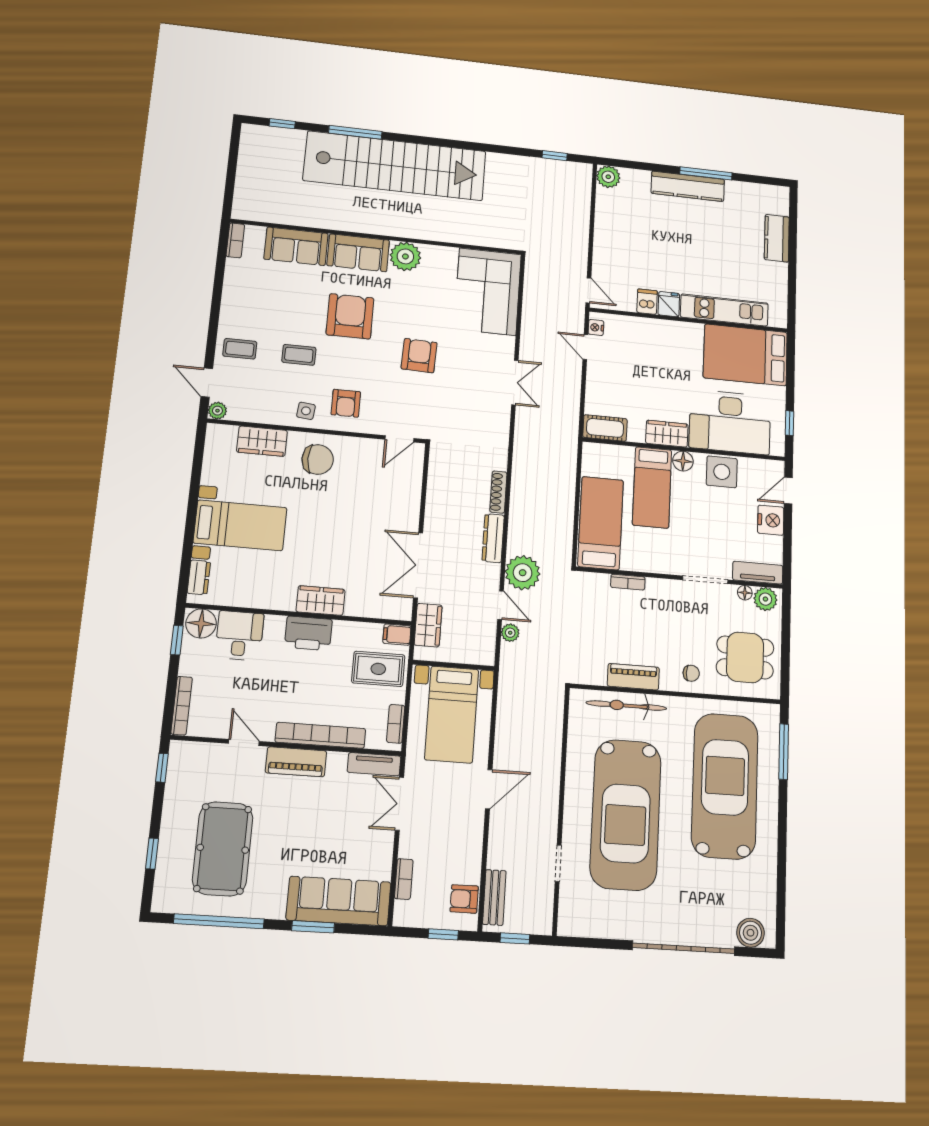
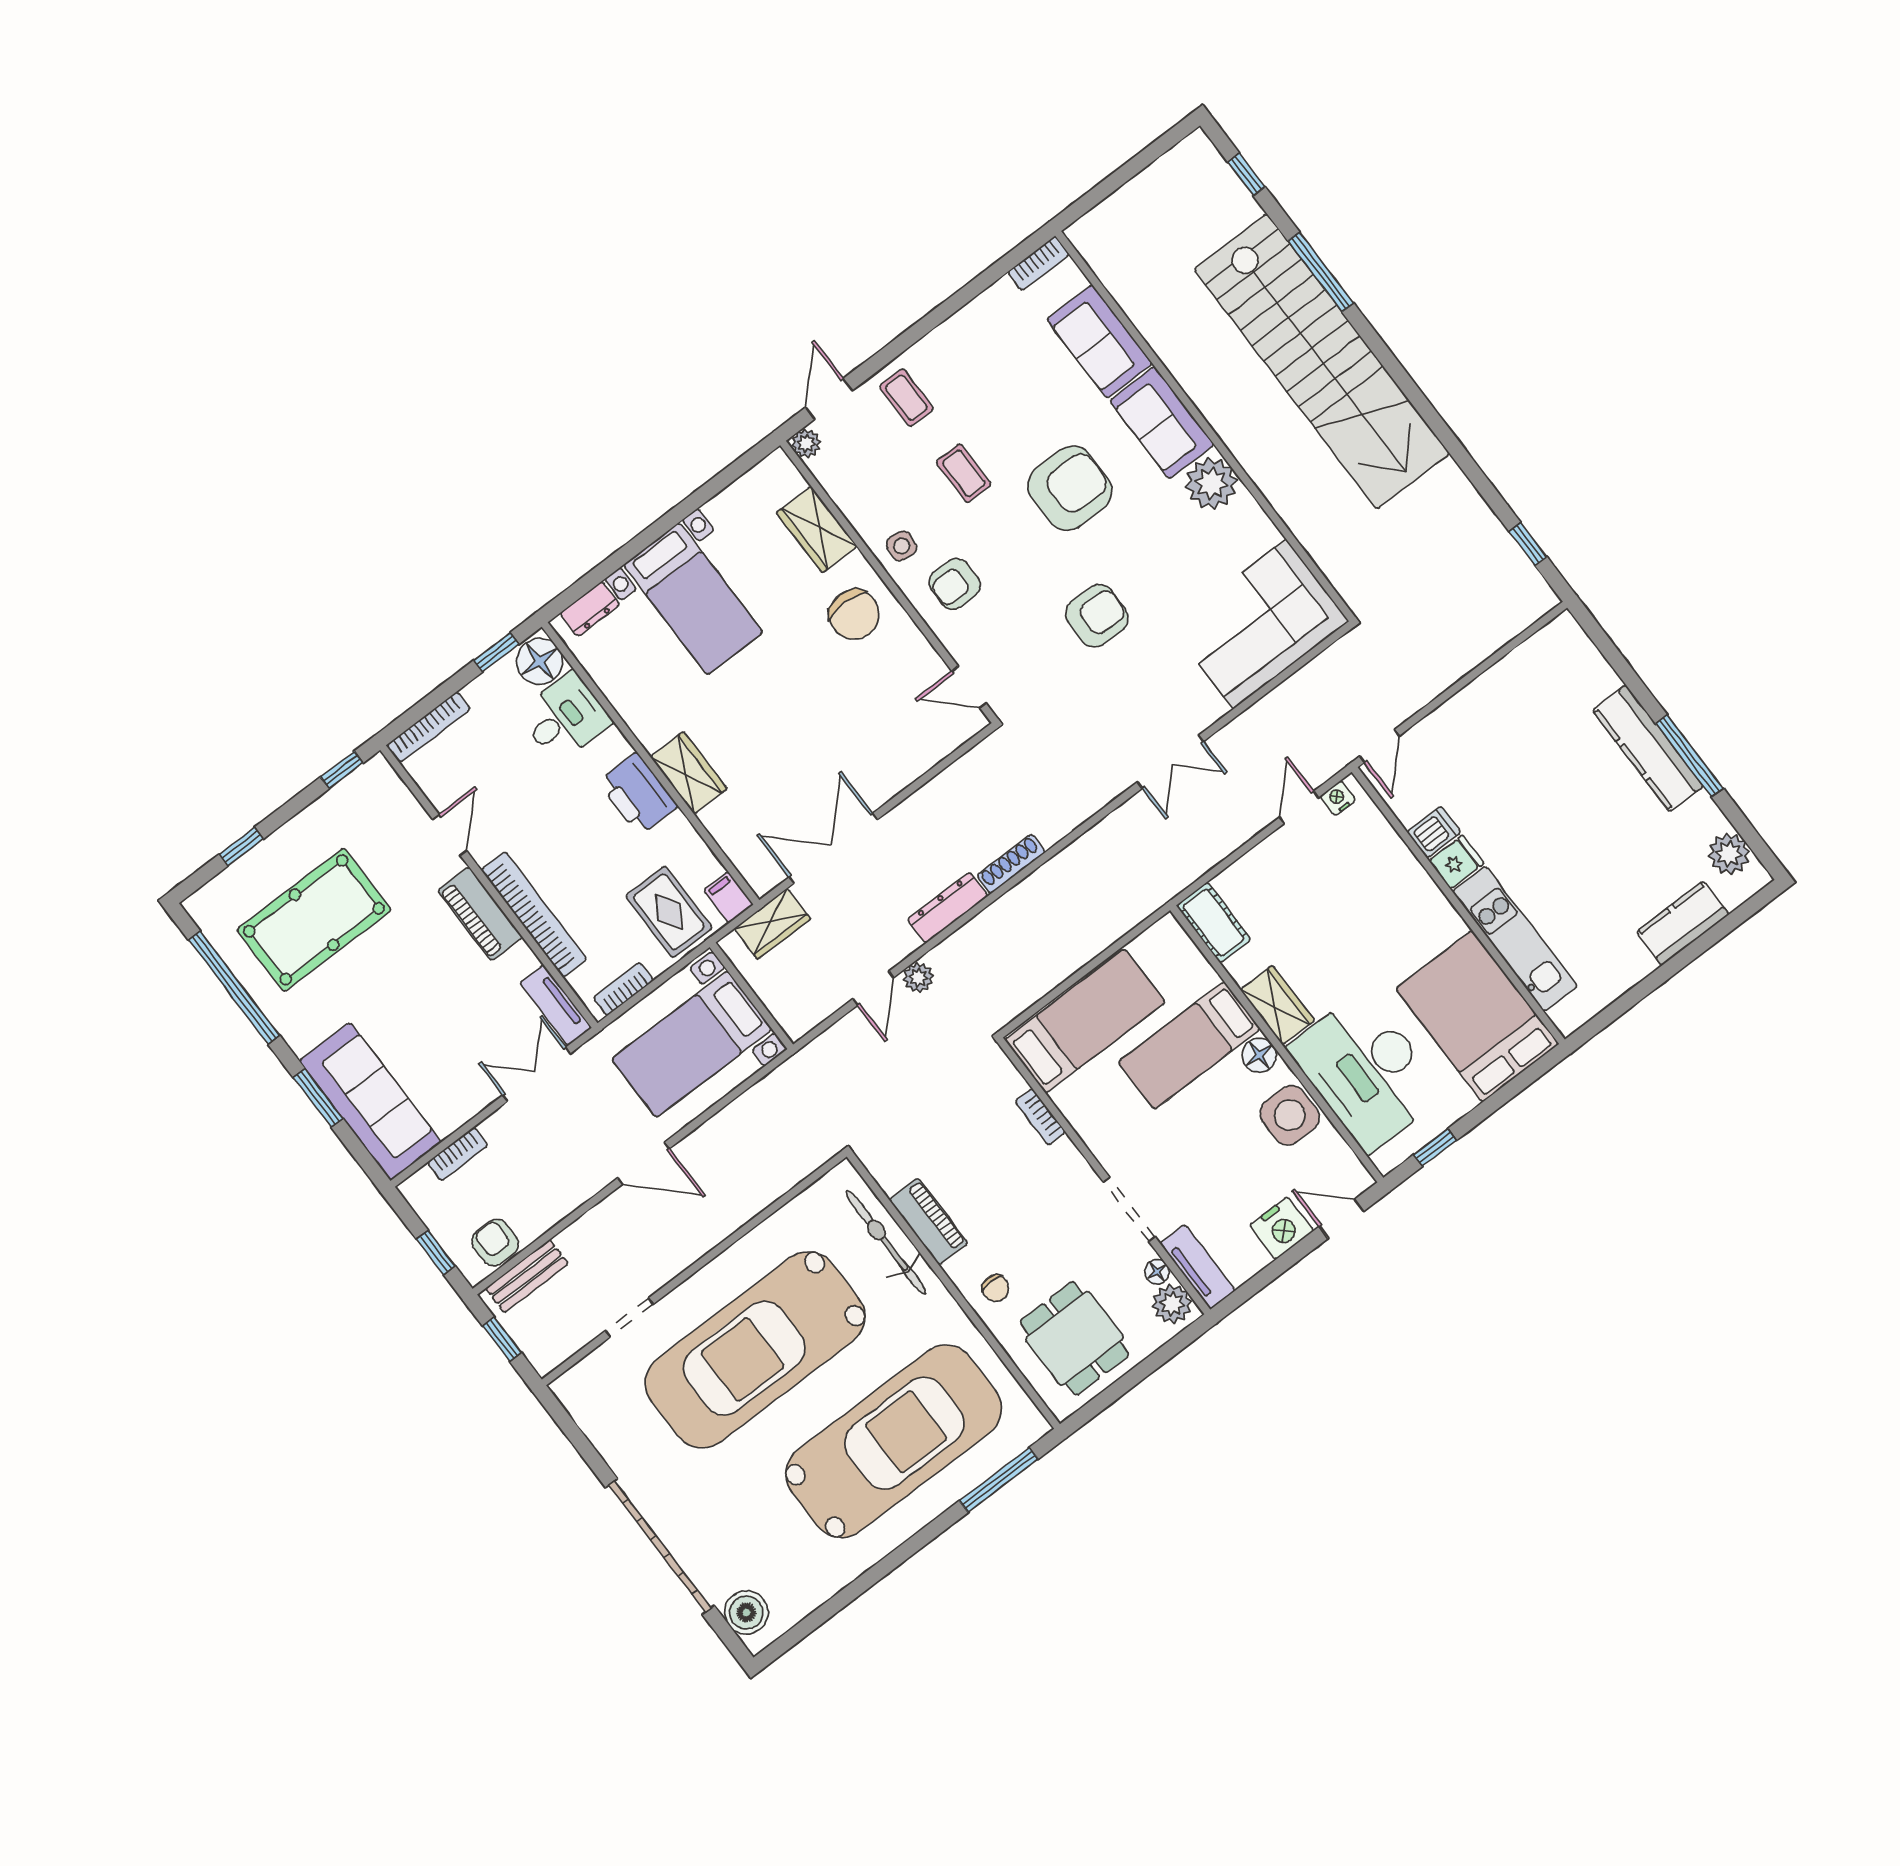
plant: (608, 177) -> (1729, 854), moved
plant: (523, 573) -> (918, 977), width x0.53, depth x0.53
plant: (510, 633) -> (850, 1029), removed

